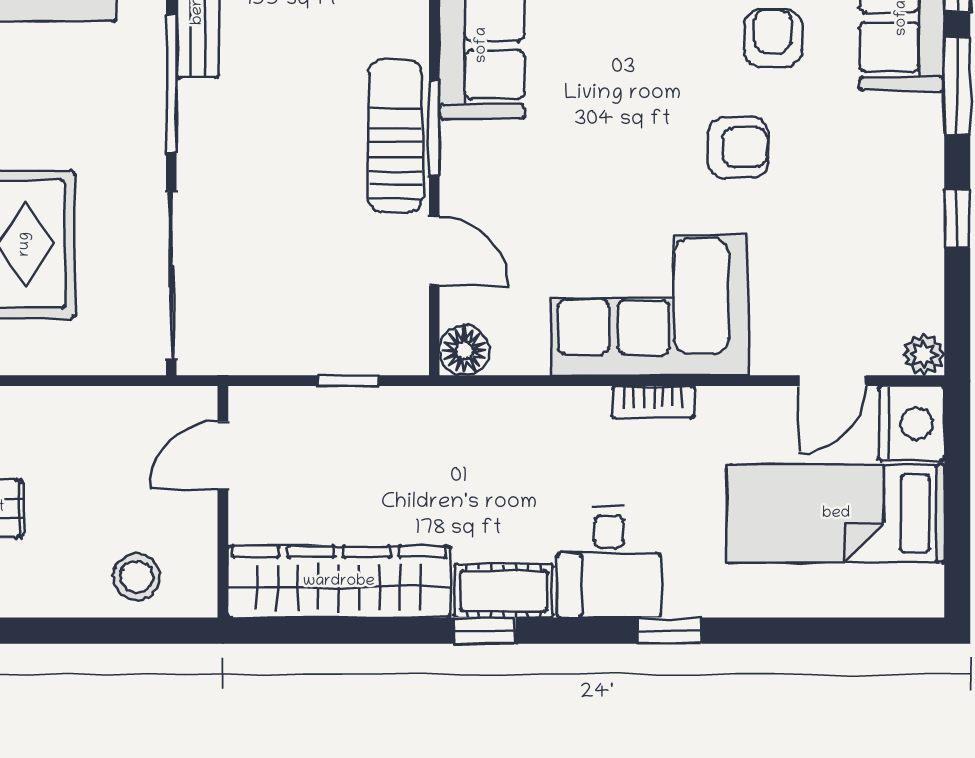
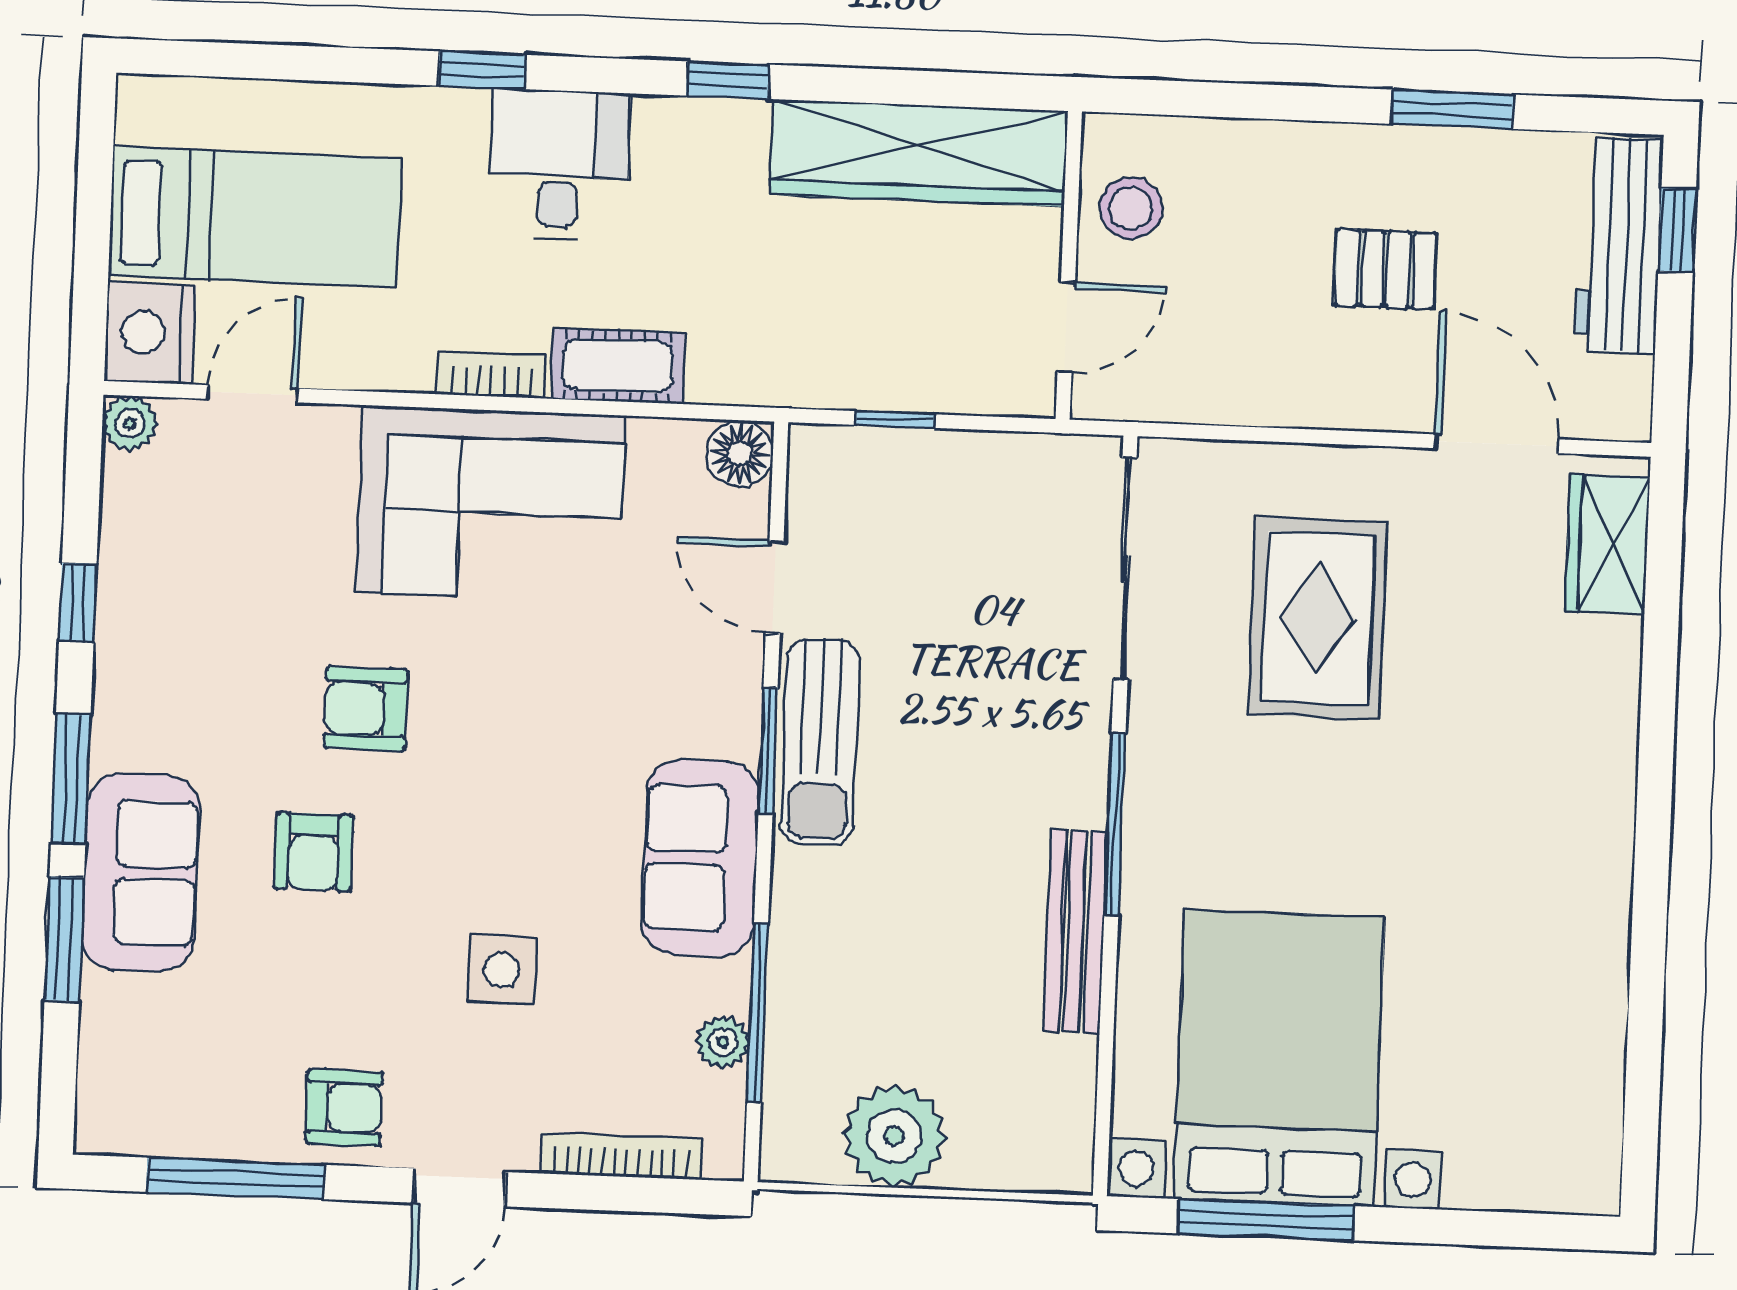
stool: (137, 577) -> (1131, 208), moved
cot: (504, 591) -> (618, 366), moved

